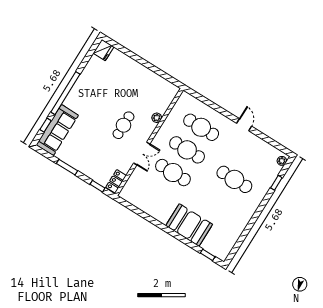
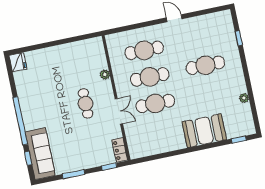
plant: (282, 161) -> (244, 98), moved

